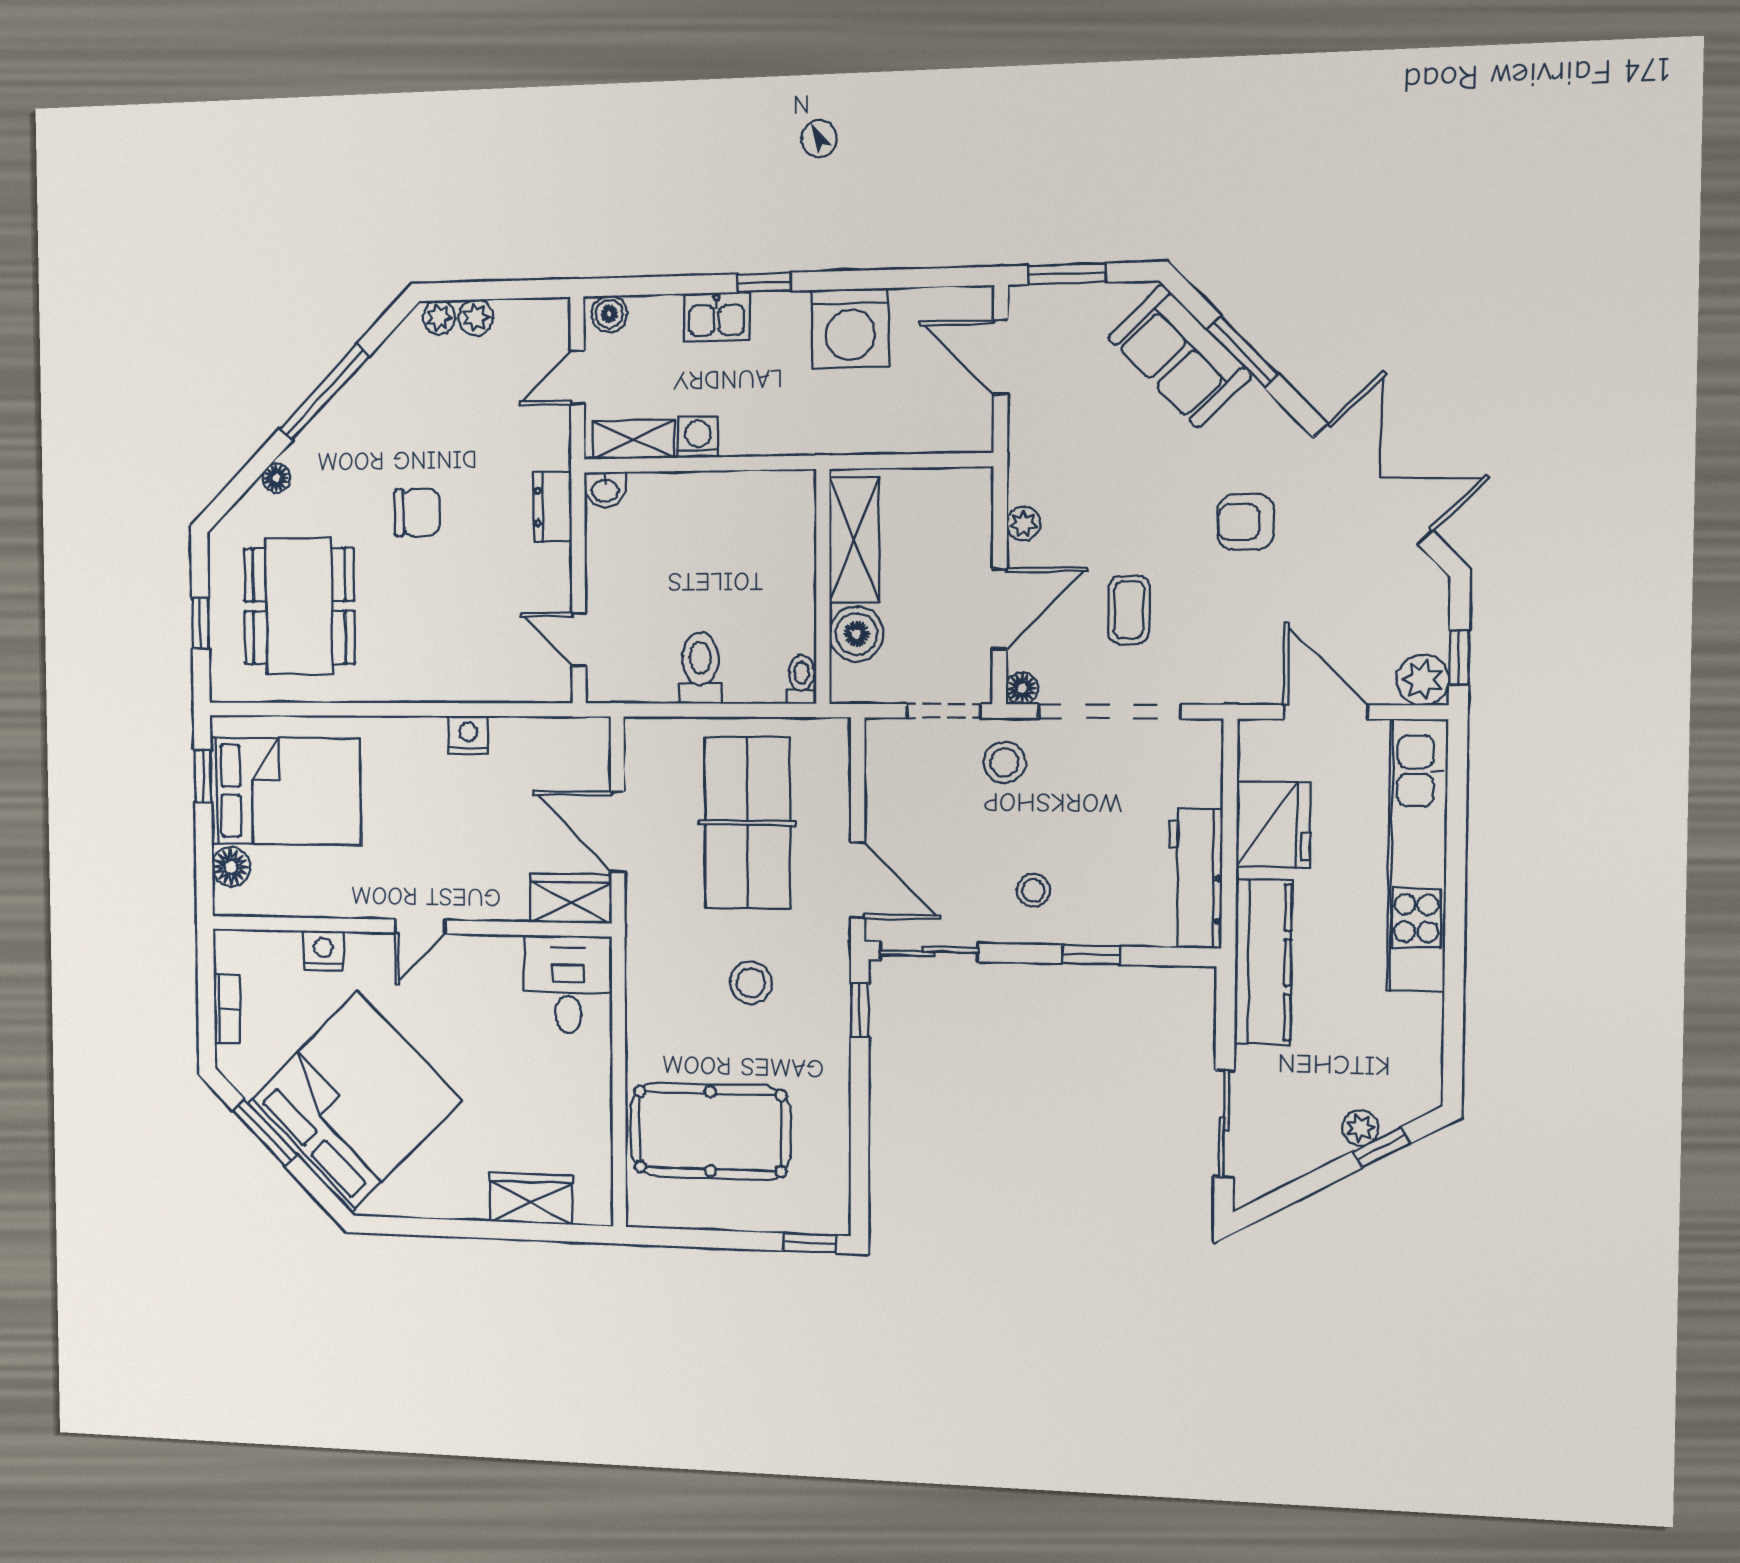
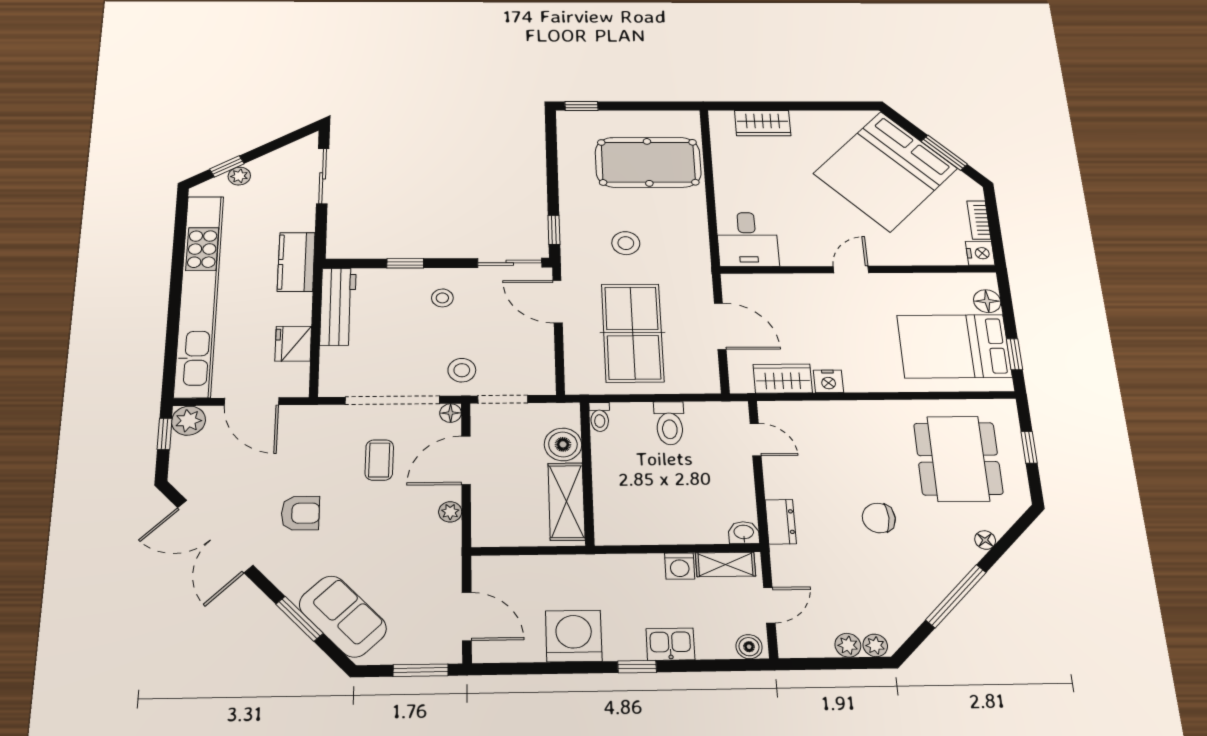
fridge: (1273, 825) -> (293, 344), width x0.73, depth x0.75
kitchen unit: (1417, 856) -> (199, 295), width x1.36
wardrobe: (571, 899) -> (783, 379), moved, turned 180
nightstand: (324, 950) -> (980, 253), moved, turned -90
kitchen counter: (1263, 962) -> (296, 262), width x0.67

